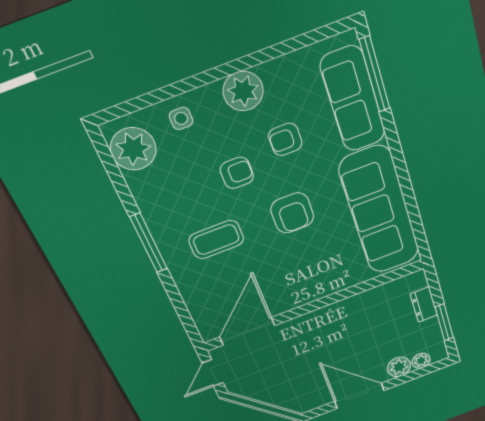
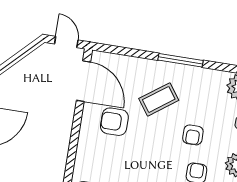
armchair: (292, 213) -> (114, 122), moved
coffee table: (216, 240) -> (159, 99), turned 54

